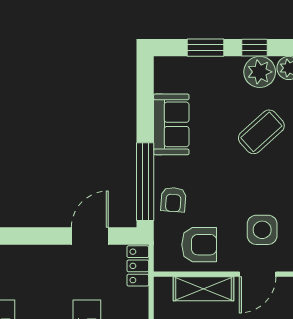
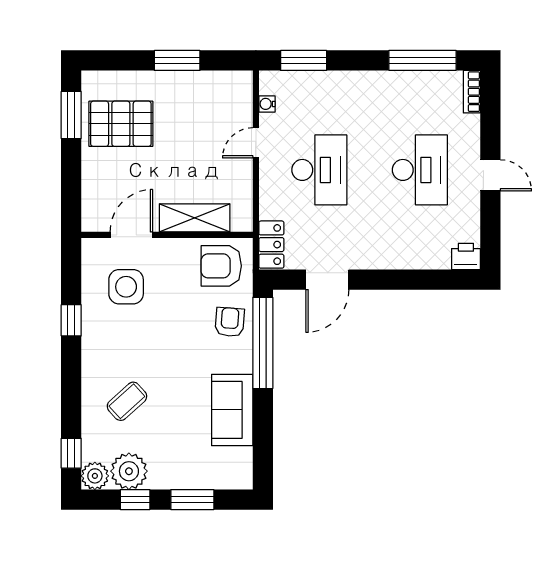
coffee table: (261, 132) -> (127, 401), width x0.73, depth x0.77
armchair: (199, 245) -> (221, 266), moved

